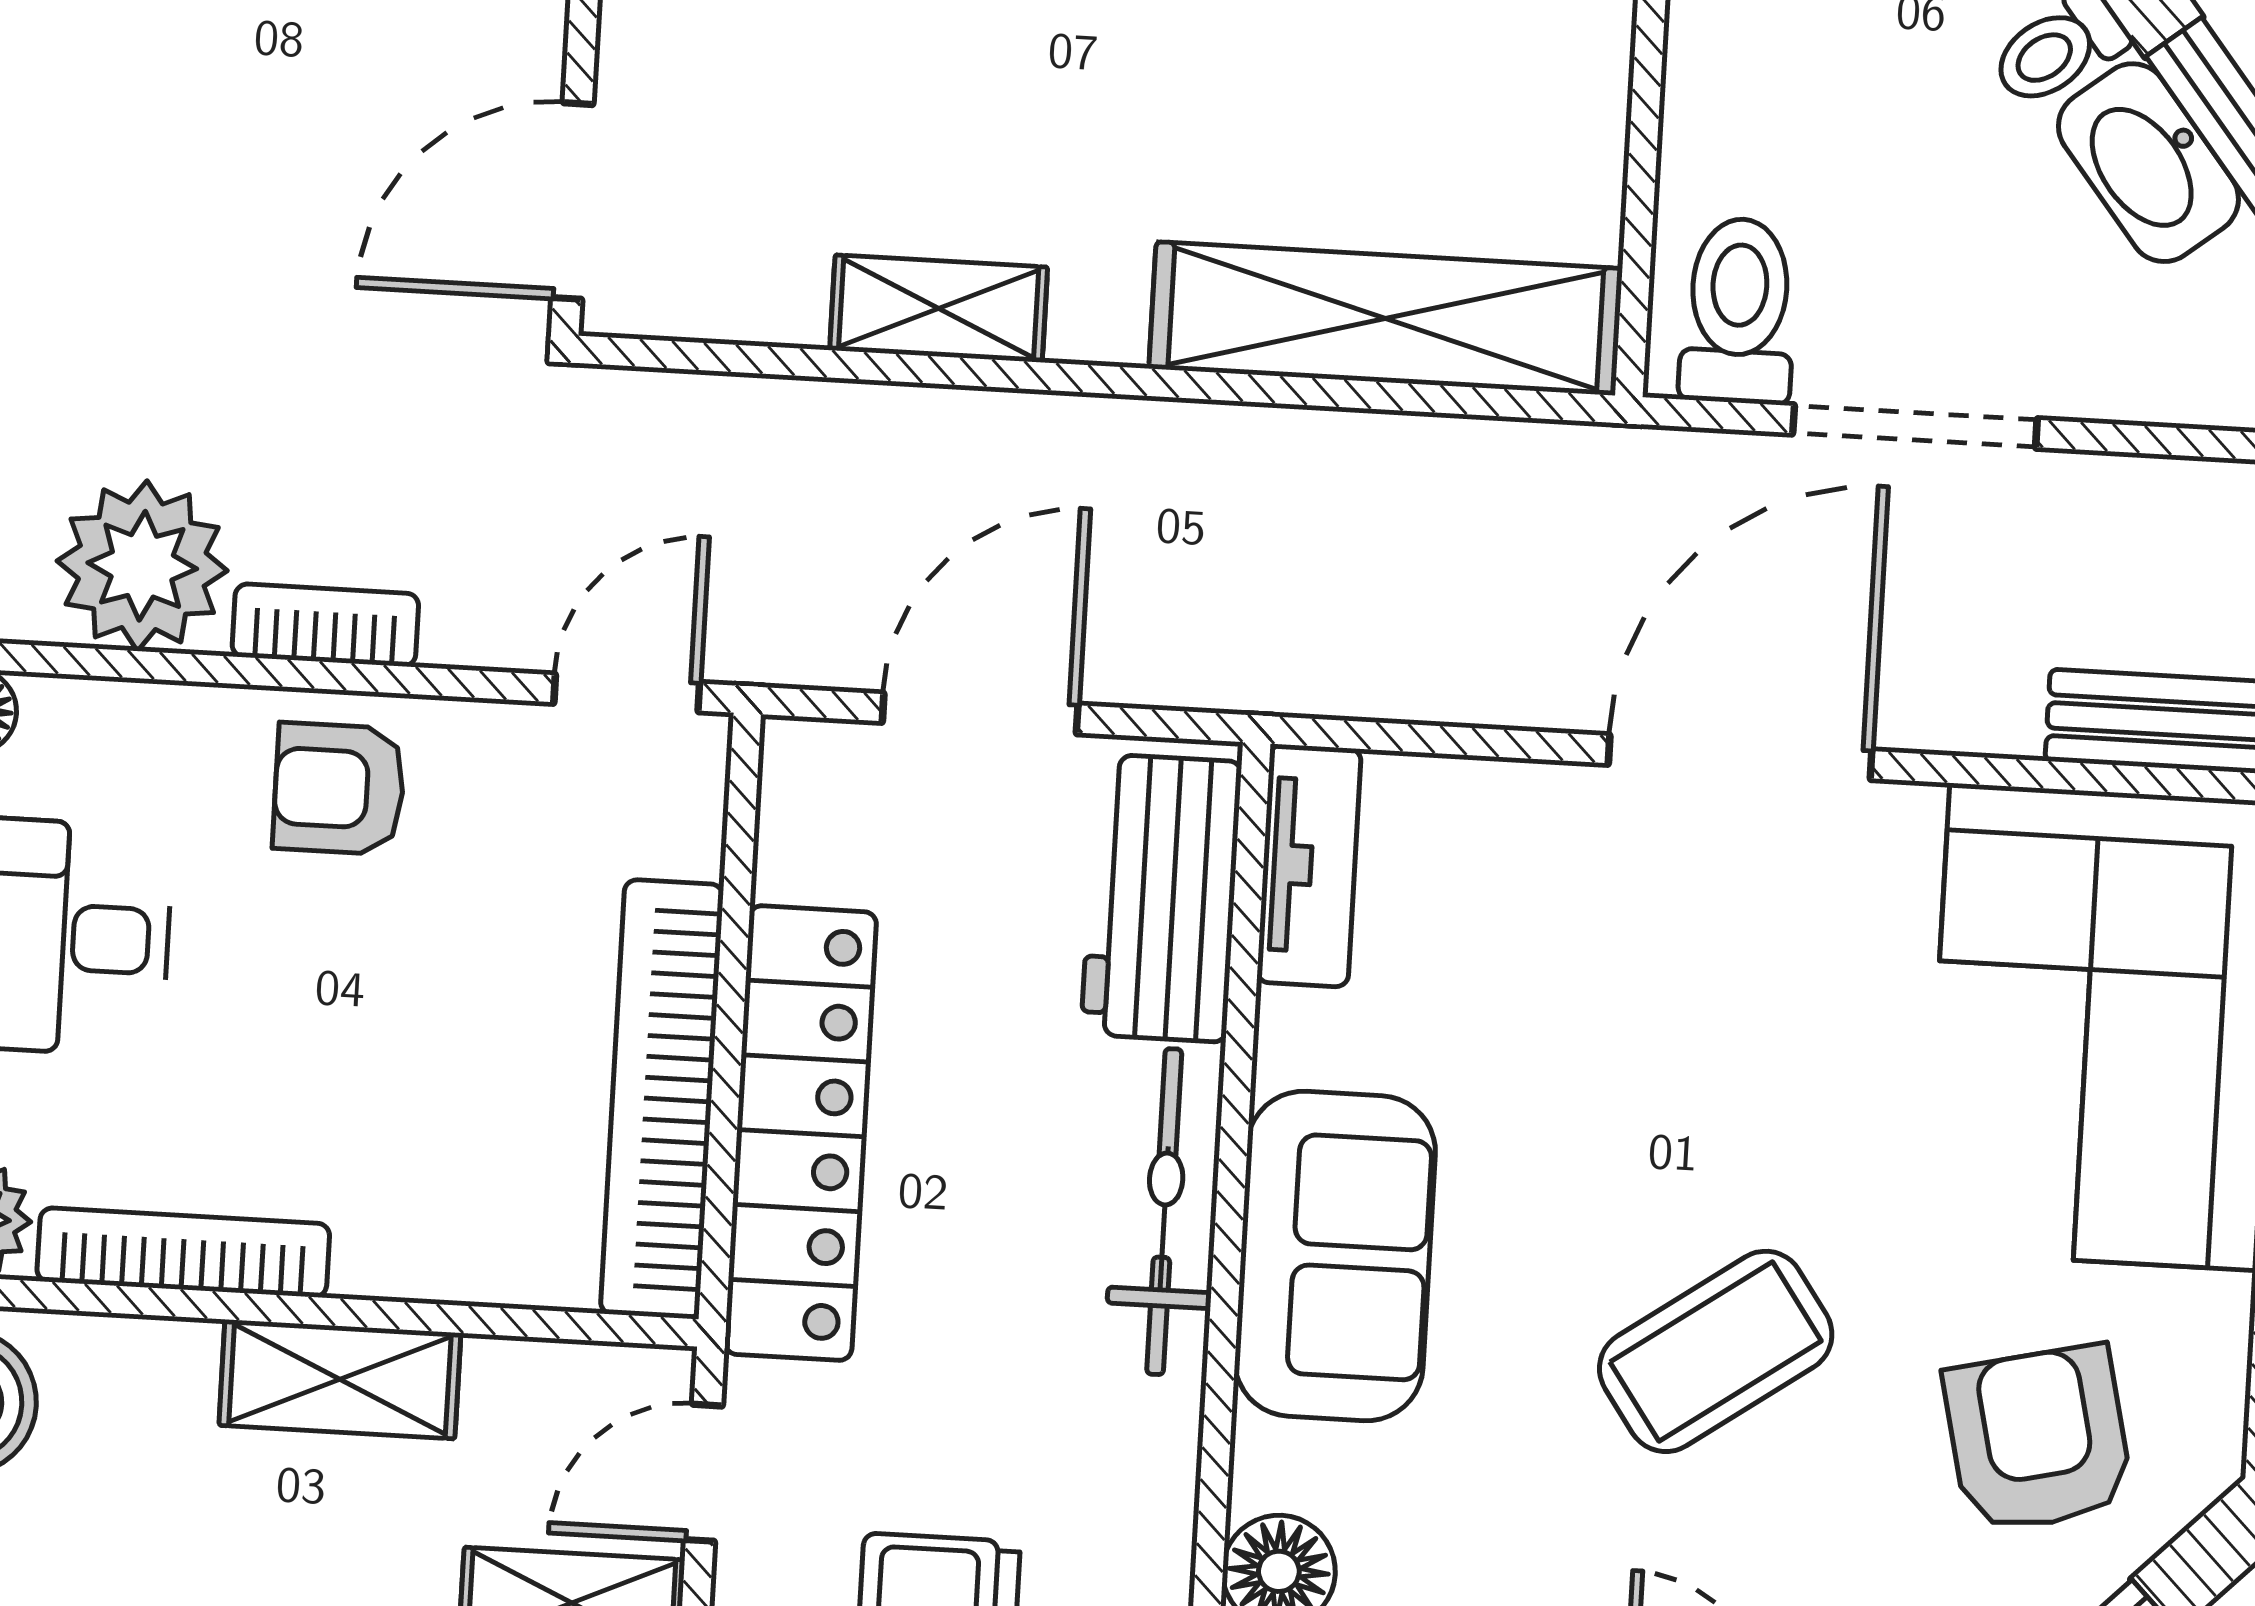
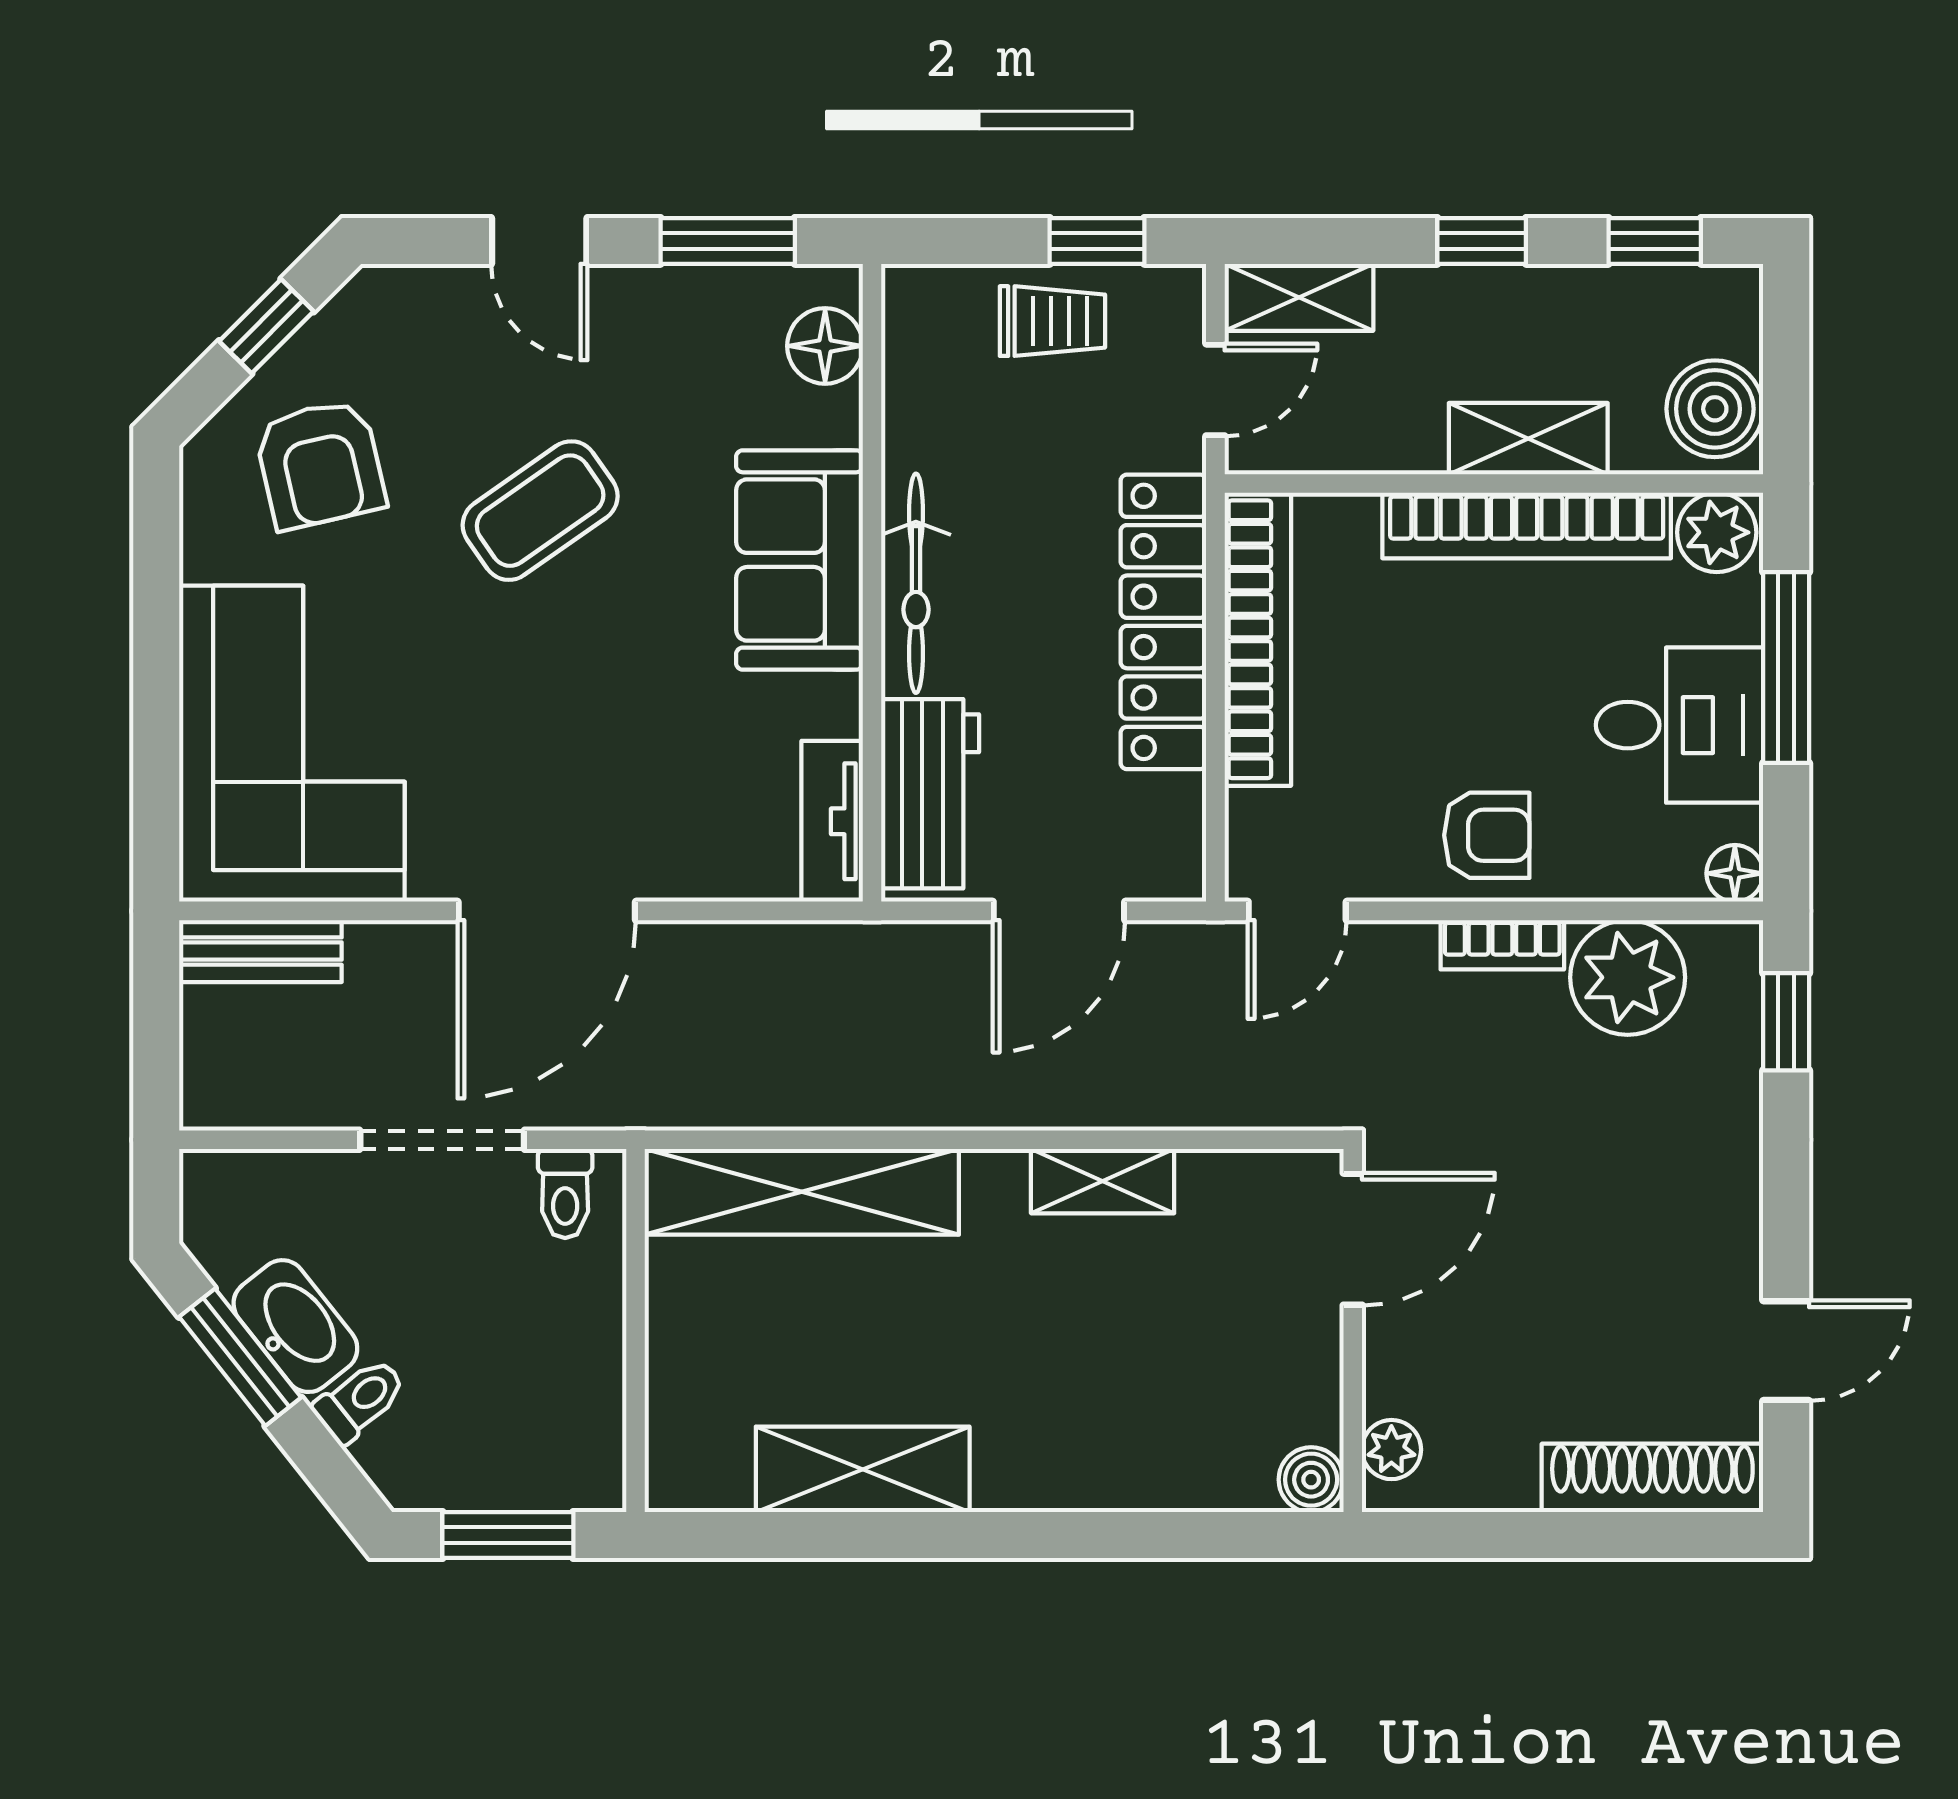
toilet: (1738, 311) -> (565, 1193), width x0.73, depth x0.72
bookcase: (183, 1253) -> (1527, 526), width x1.48, depth x1.31
shelving: (340, 1379) -> (1528, 439), moved

